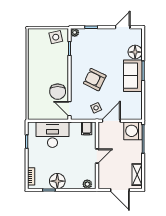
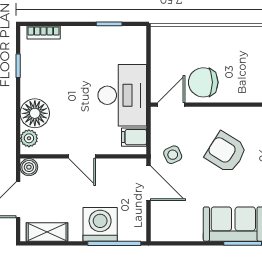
armchair: (95, 80) -> (226, 152), turned -84
washing machine: (133, 131) -> (100, 224), moved
desk: (52, 135) -> (122, 95), moved
floor lamp: (57, 181) -> (35, 113), moved
boiler: (103, 184) -> (29, 167), added

